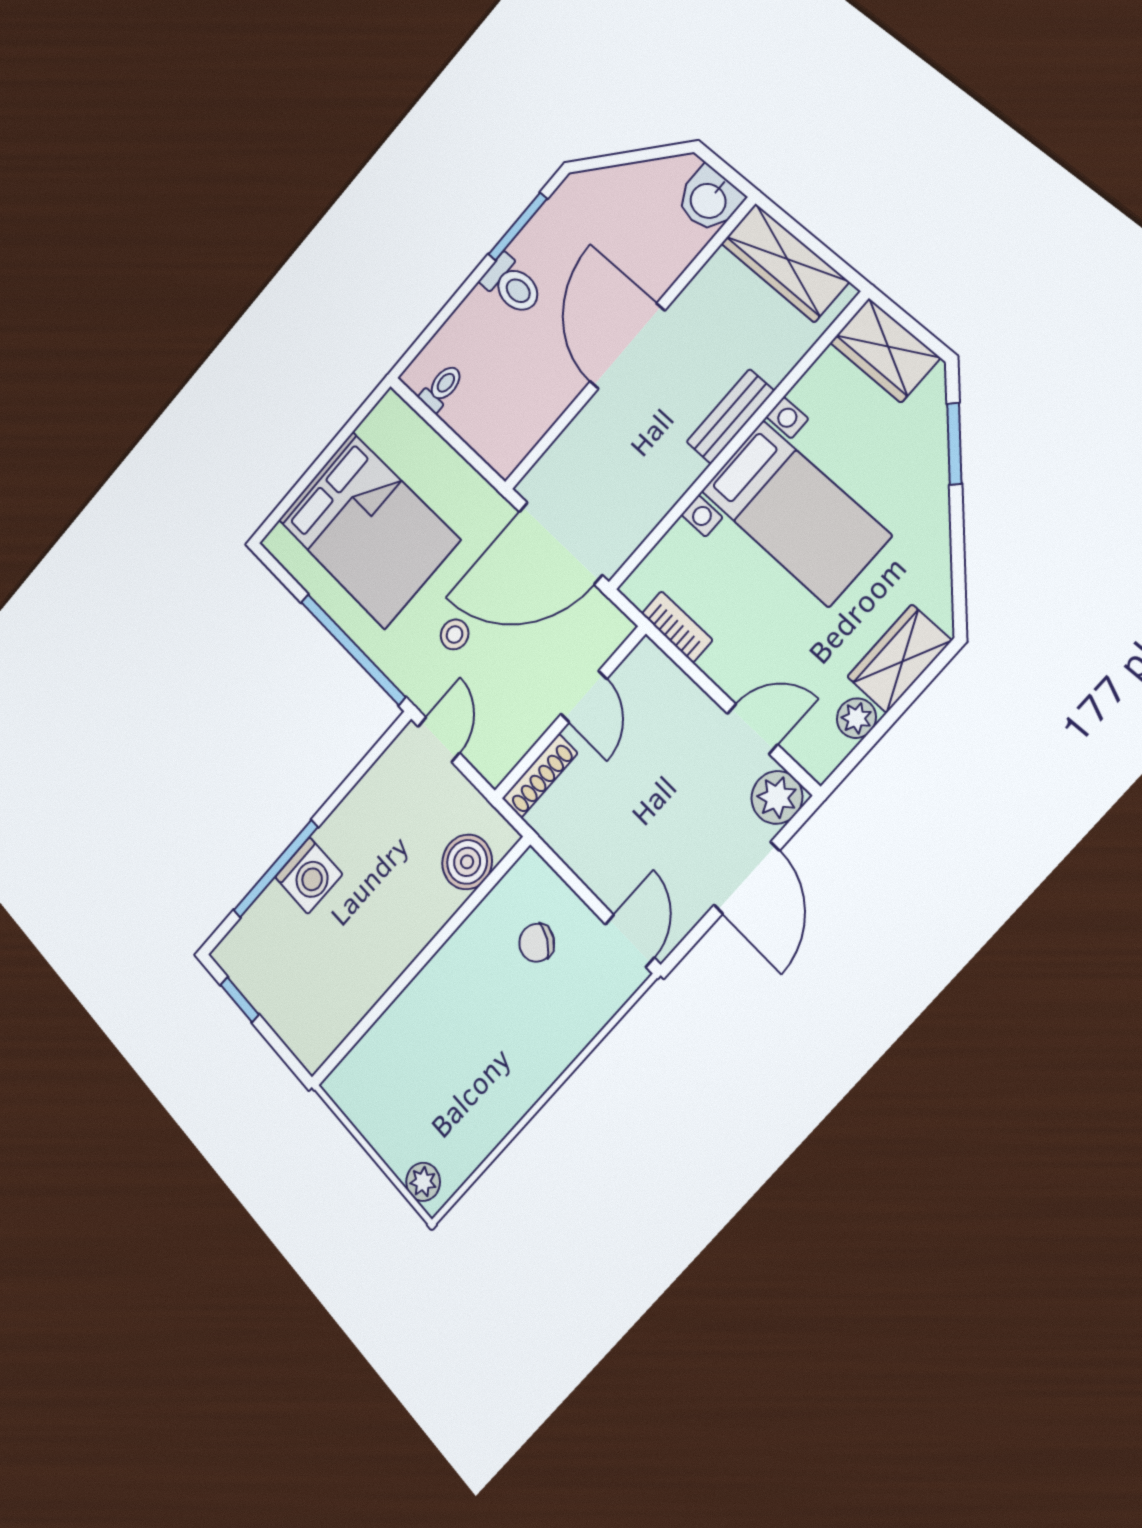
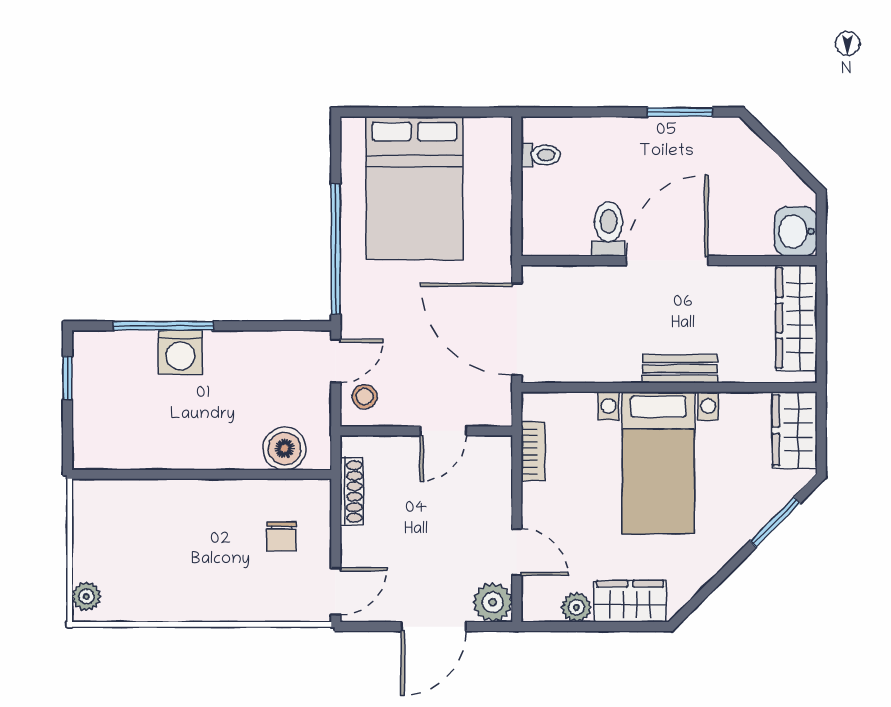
toilet: (512, 285) -> (609, 229), moved, turned 180
stool: (455, 634) -> (365, 397), moved
shoe rack: (540, 776) -> (352, 491), moved, turned -90
chair: (537, 943) -> (281, 536), turned -121

